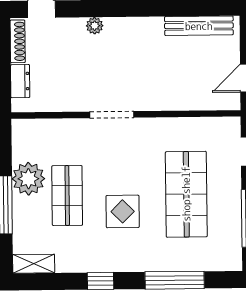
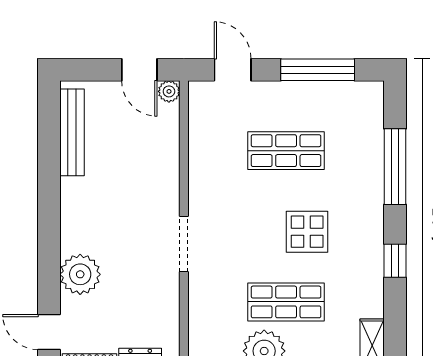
plant: (95, 26) -> (80, 274), width x1.87, depth x1.87
plant: (232, 102) -> (169, 91), added
shop shelf: (186, 194) -> (286, 151), width x0.70, depth x0.74

